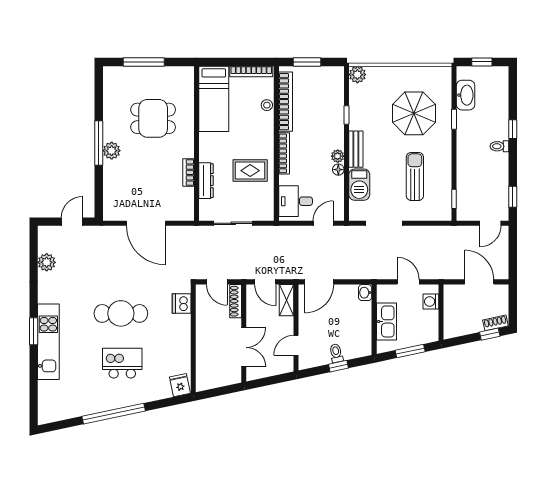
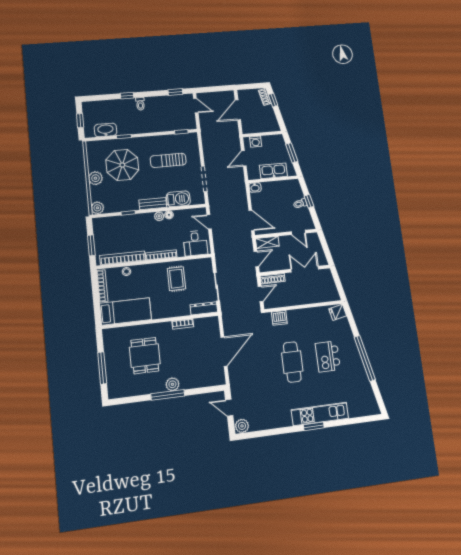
plant: (399, 76) -> (95, 178), added
dresser: (206, 181) -> (204, 308), moved
plant: (47, 262) -> (242, 426), moved

